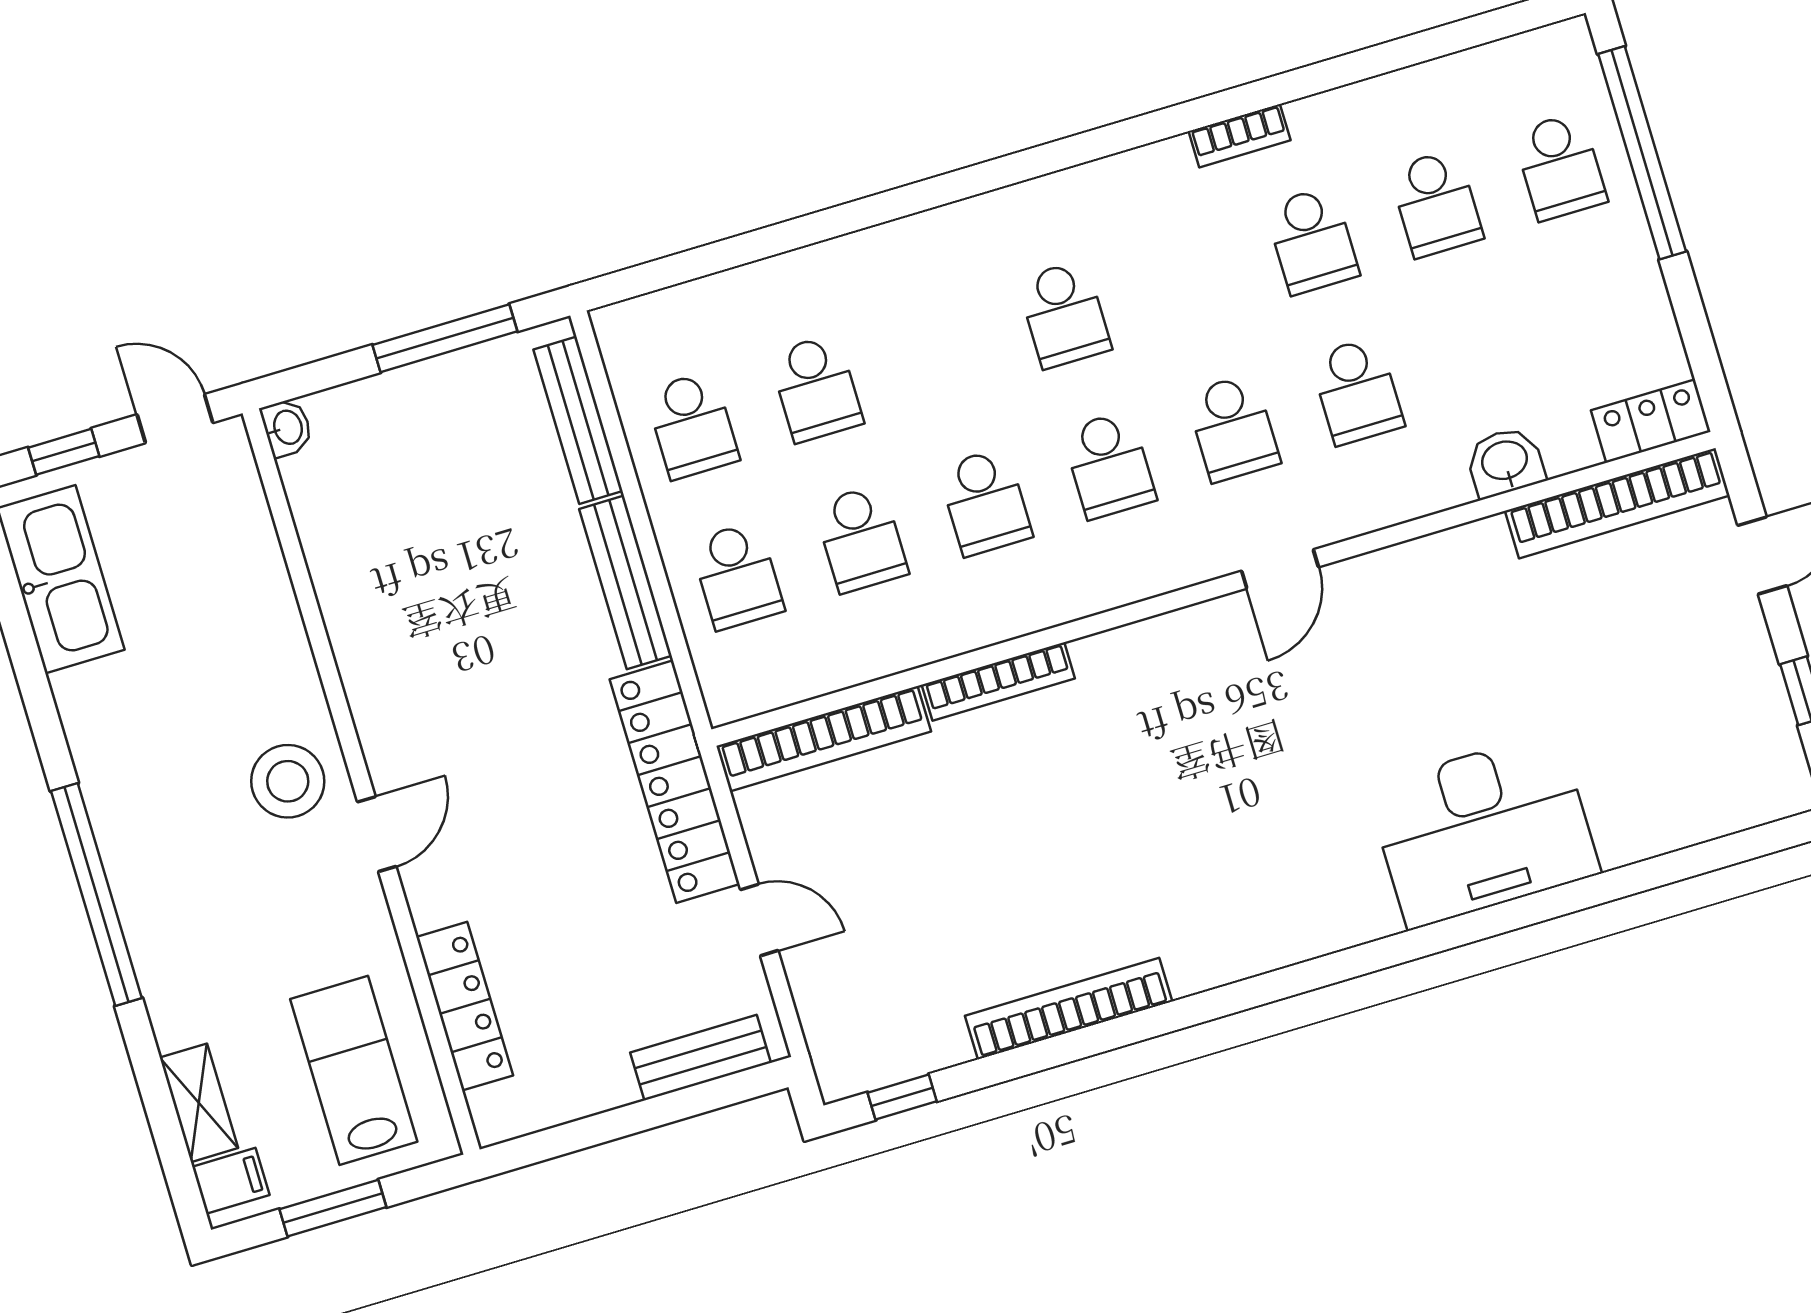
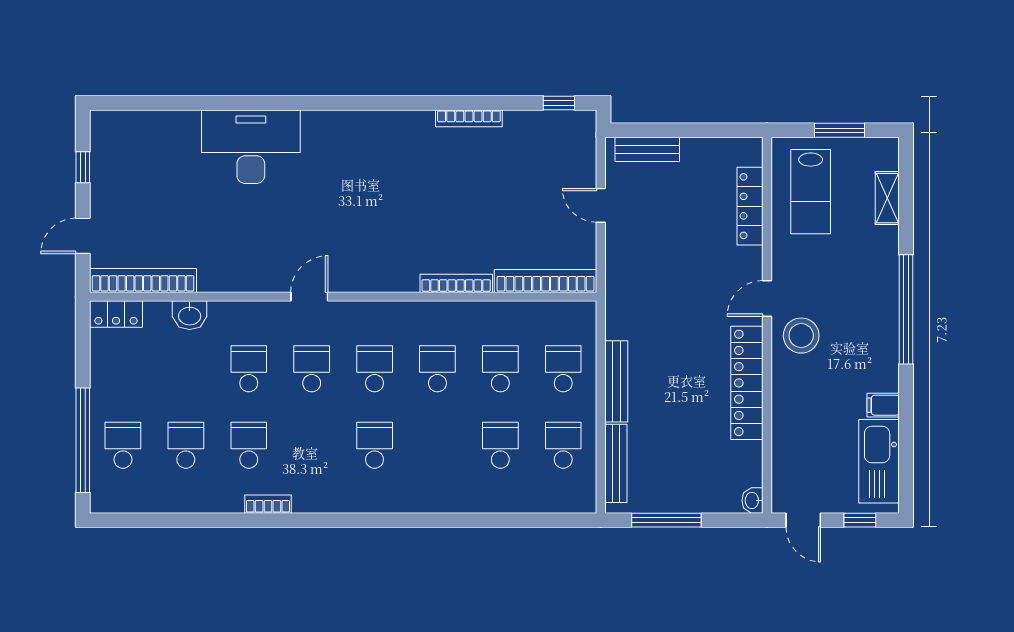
locker: (675, 782) -> (747, 383), moved, turned 180
bookcase: (1069, 1009) -> (469, 118), width x0.68, depth x0.76
filing cabinet: (231, 1181) -> (883, 405), moved

